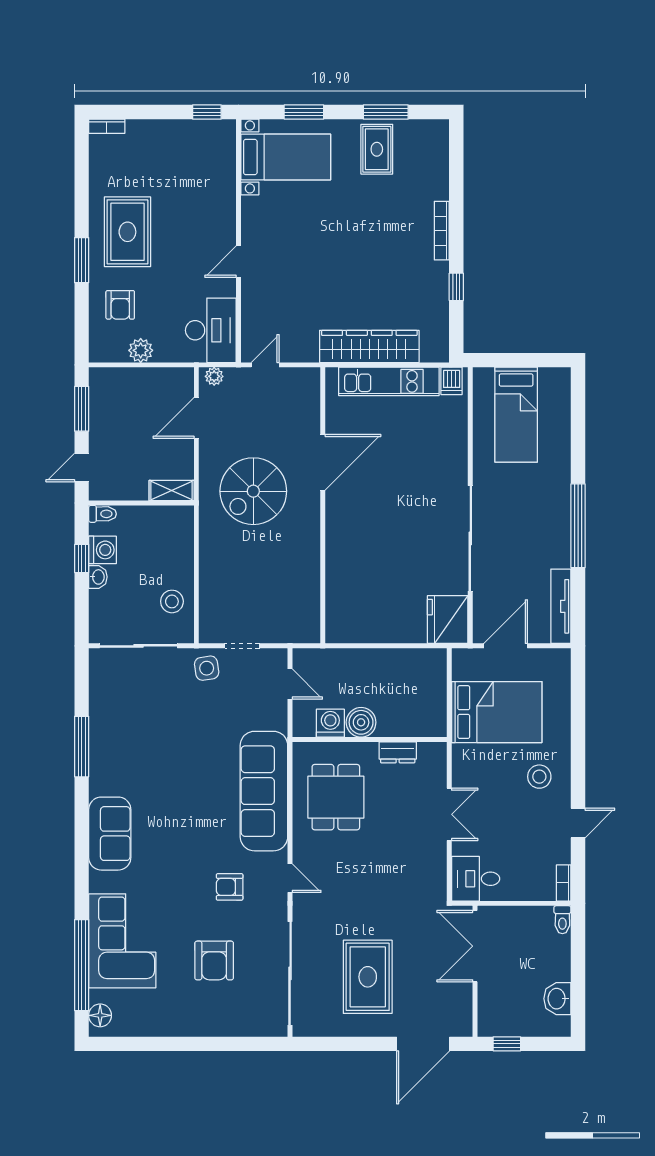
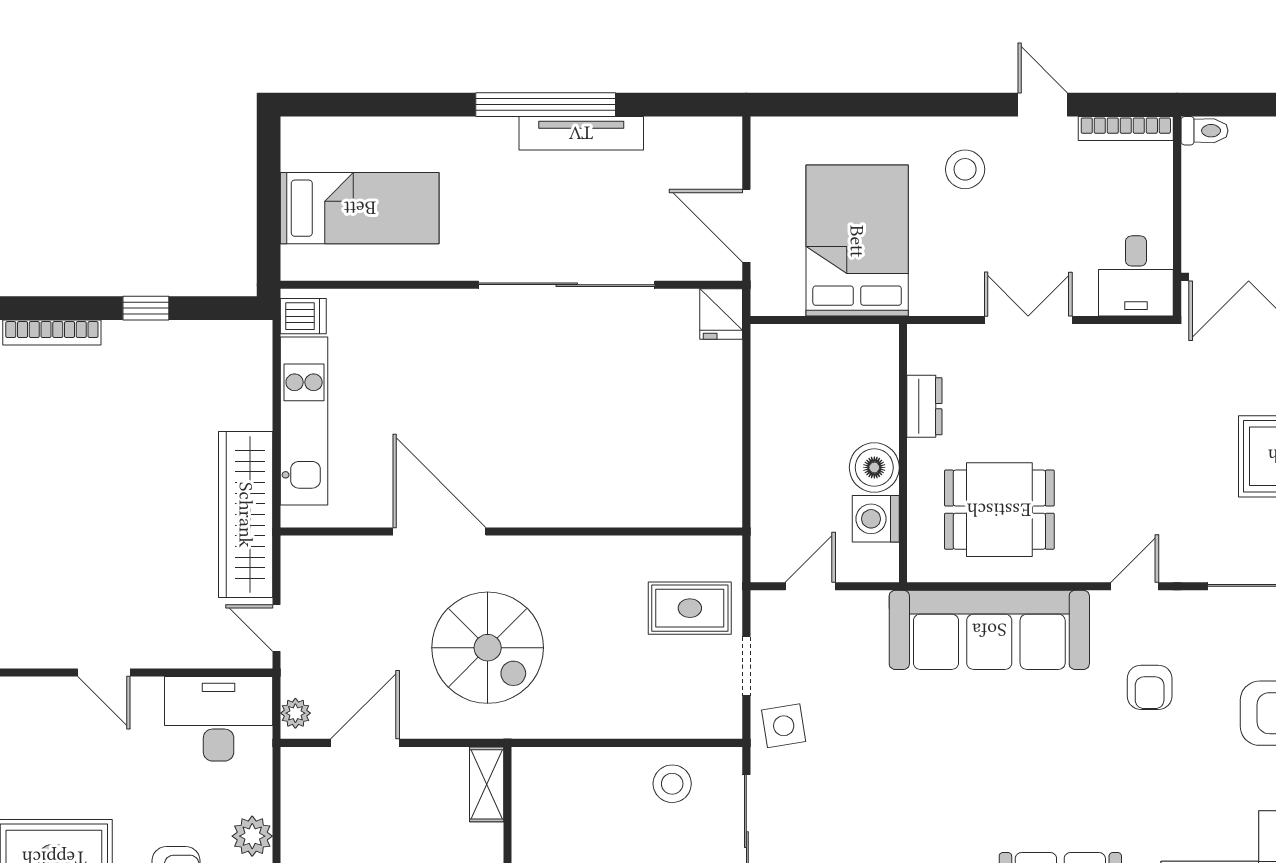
wardrobe: (369, 346) -> (246, 515), moved
door: (196, 418) -> (365, 743), swing flipped
tv unit: (561, 606) -> (581, 133), moved
rug: (277, 612) -> (690, 608), added
fridge: (448, 620) -> (721, 314), width x0.53, depth x0.75
bookcase: (564, 883) -> (1126, 128), width x1.56

